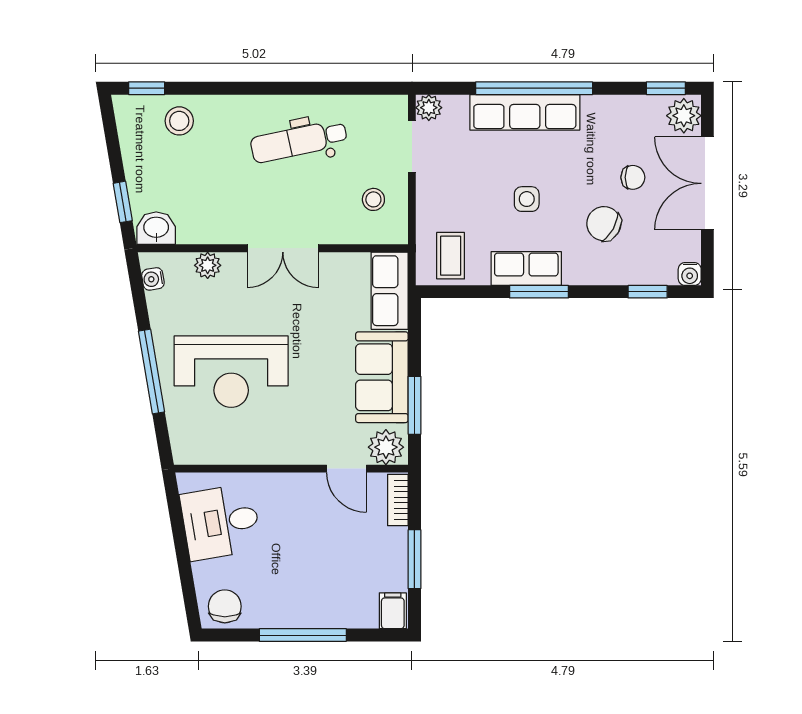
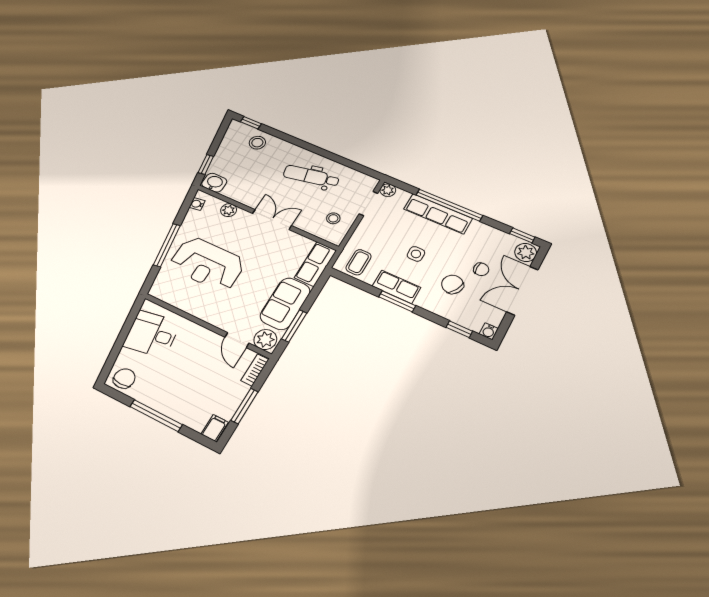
double door: (283, 248) -> (272, 220), swing flipped

